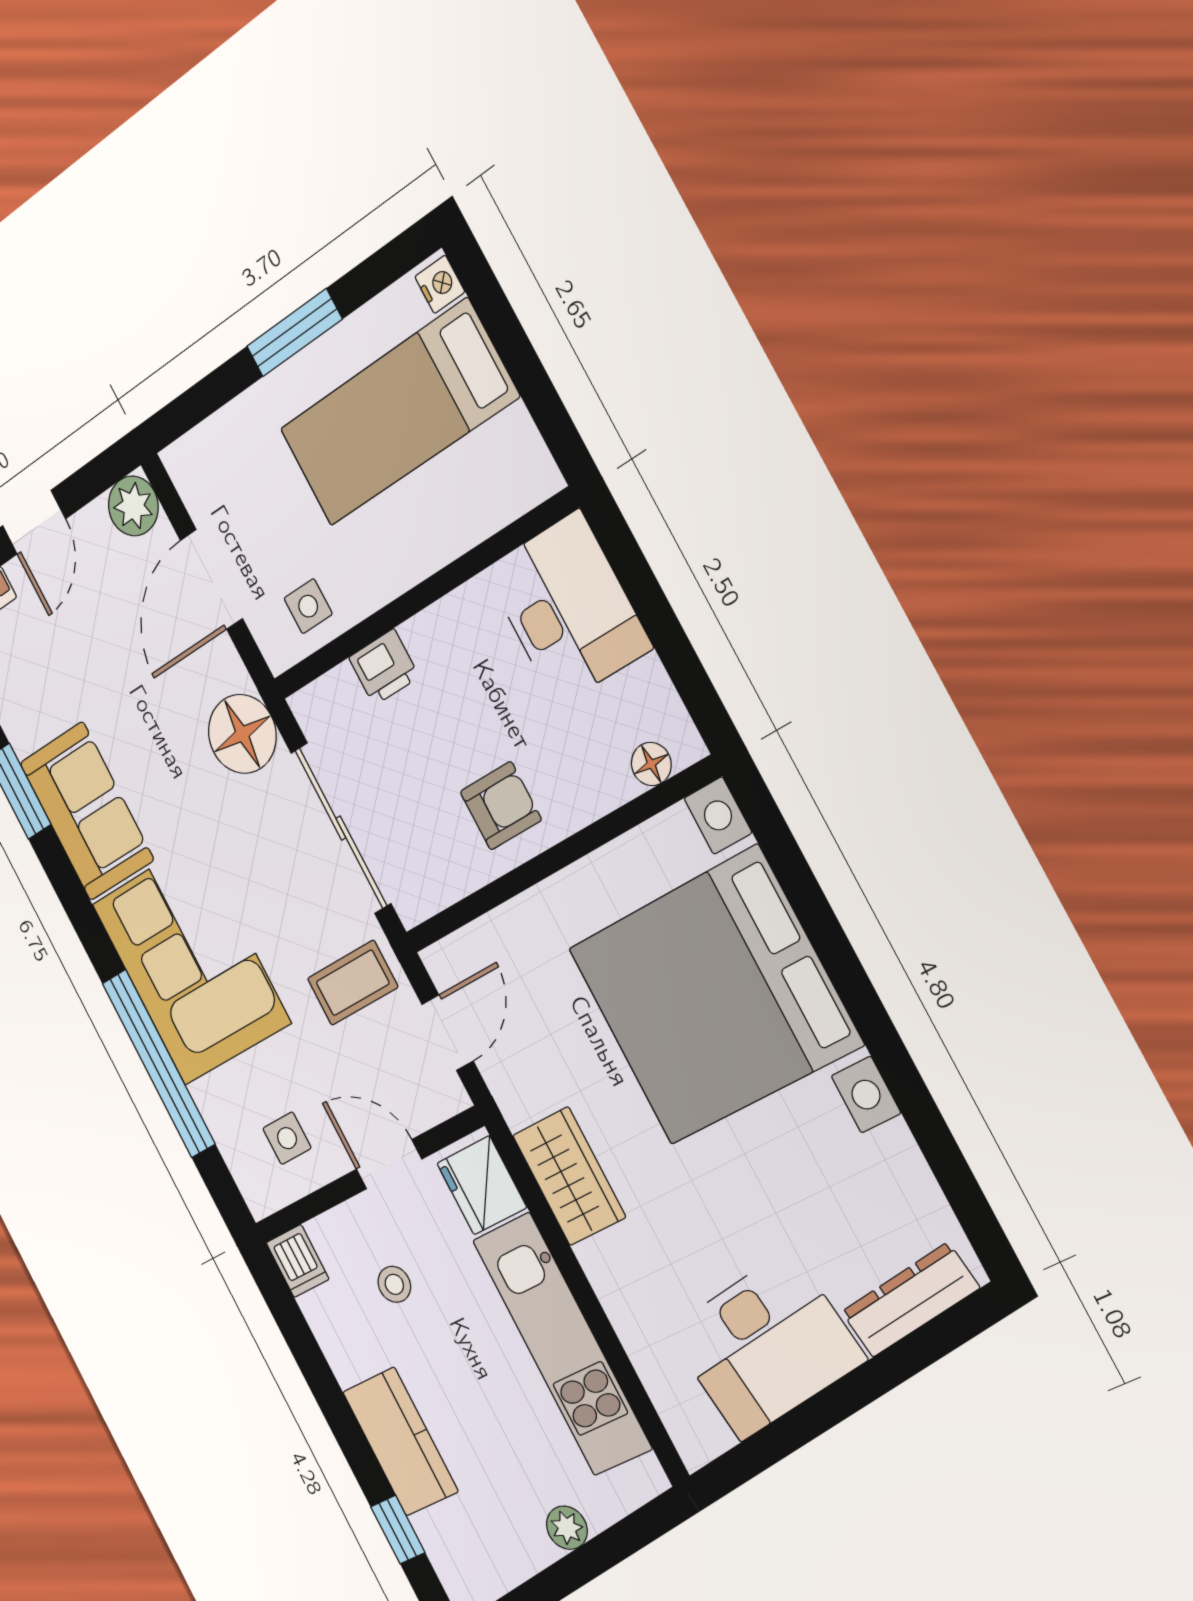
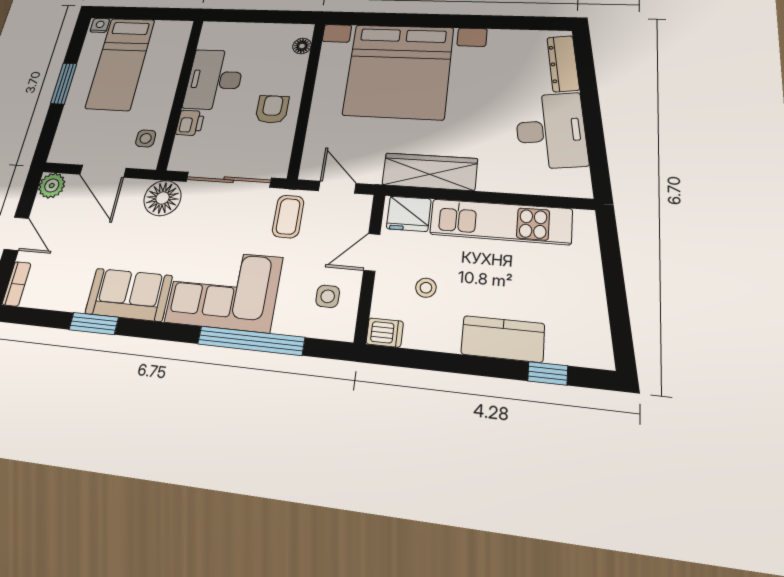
desk: (568, 609) -> (214, 80), moved, turned -90
wardrobe: (569, 1176) -> (430, 172), width x1.50
plant: (567, 1528) -> (591, 276), removed

